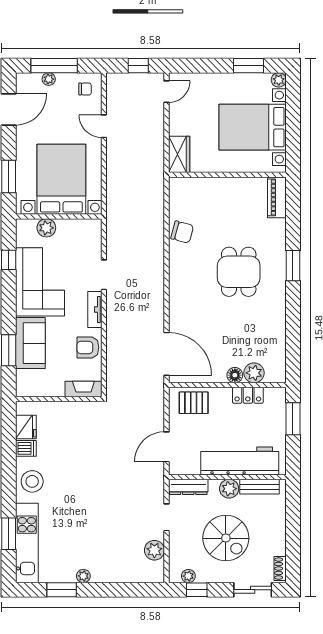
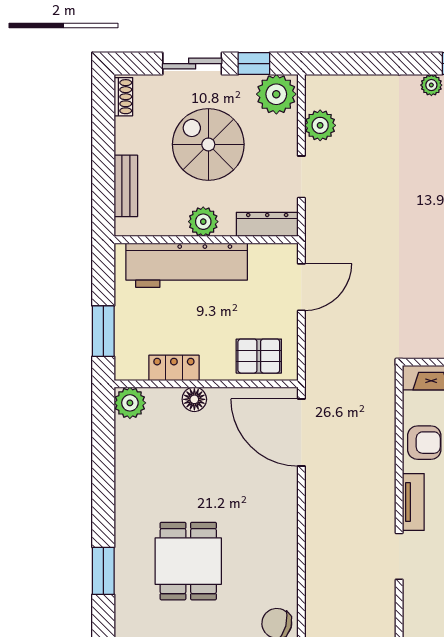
plant: (254, 373) -> (130, 403), moved
bench: (260, 487) -> (126, 186), moved, turned 90
plant: (188, 576) -> (276, 94), width x1.87, depth x1.87
sliding door: (253, 590) -> (192, 64), moved

